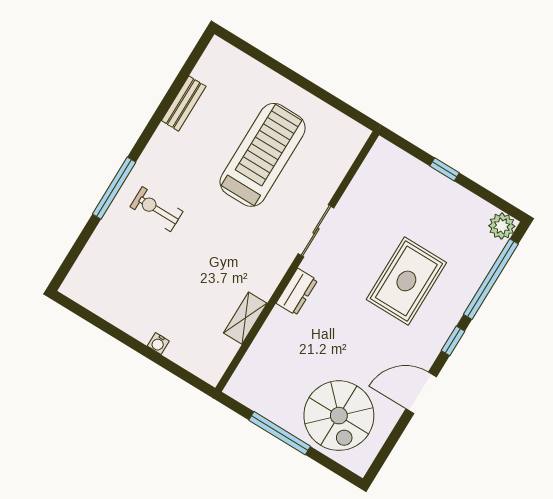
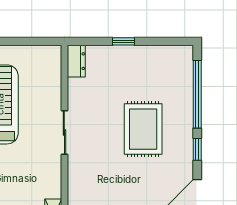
plant: (502, 226) -> (183, 55), removed
dresser: (297, 292) -> (76, 61), moved

